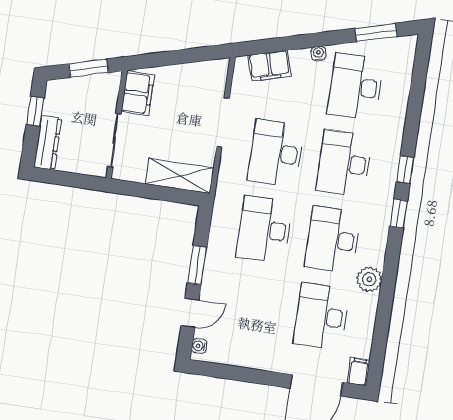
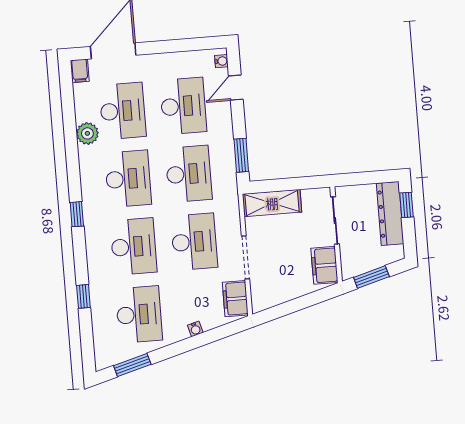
water cooler: (319, 53) -> (195, 329), moved
filing cabinet: (269, 66) -> (235, 299), moved, turned -74
window: (35, 111) -> (407, 205), moved
dresser: (48, 143) -> (390, 213), width x1.37, depth x1.24
window: (405, 170) -> (83, 296), moved
window: (197, 265) -> (241, 155), moved
plant: (369, 279) -> (87, 133), moved
desk: (253, 306) -> (183, 106), added

